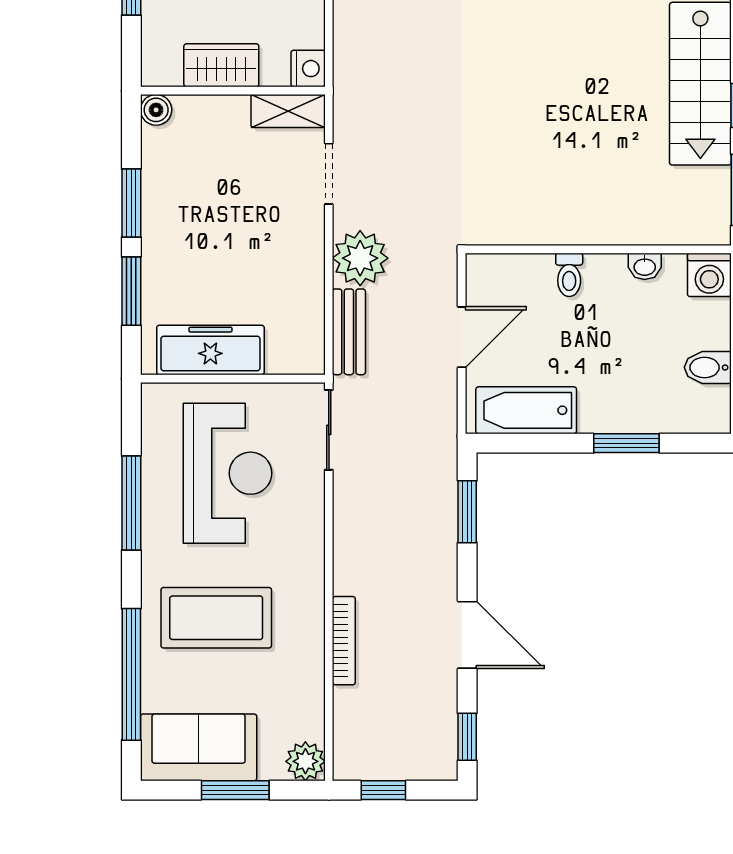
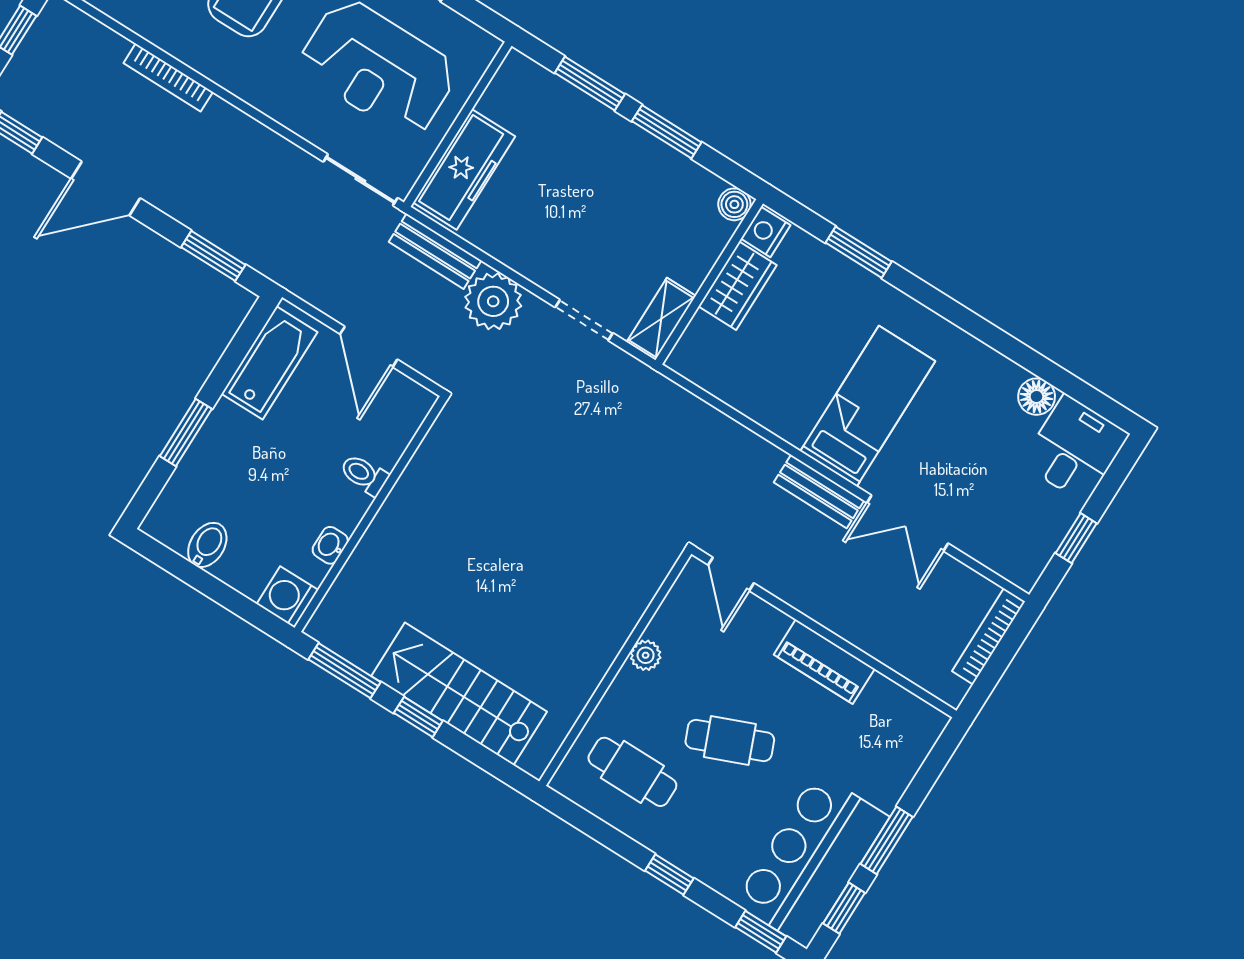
nightstand: (308, 69) -> (766, 232), moved, turned 90
freezer: (210, 350) -> (464, 169), moved

